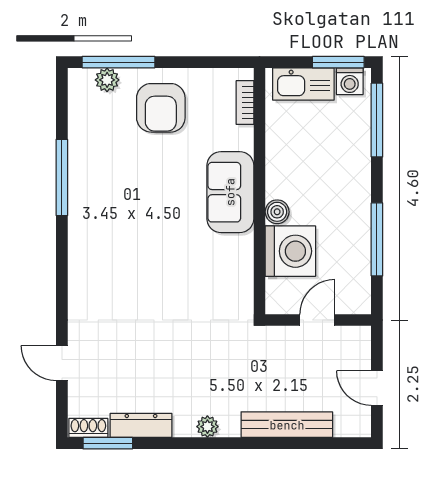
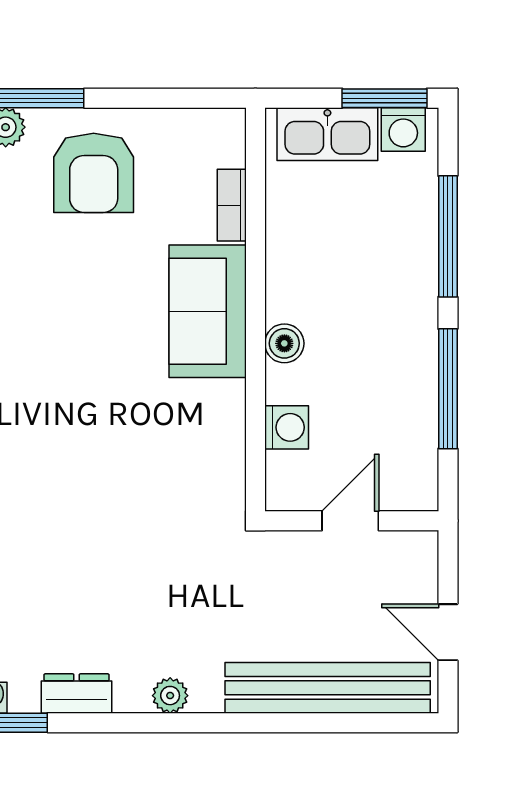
bookcase: (245, 103) -> (232, 205), moved
window: (377, 120) -> (448, 236), moved
washing machine: (290, 251) -> (287, 427), width x0.53, depth x0.53
dresser: (141, 425) -> (77, 694), width x0.70
bench: (287, 425) -> (328, 688), width x1.37, depth x1.21

